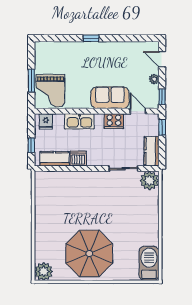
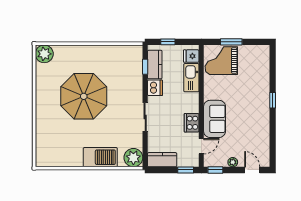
door: (162, 59) -> (252, 170), hinge flipped
kitchen sink: (79, 121) -> (191, 78), moved
window: (57, 168) -> (145, 67), added
sliding door: (124, 168) -> (145, 117), moved
parasol: (89, 253) -> (84, 96), moved
barbecue: (149, 263) -> (100, 157), moved

